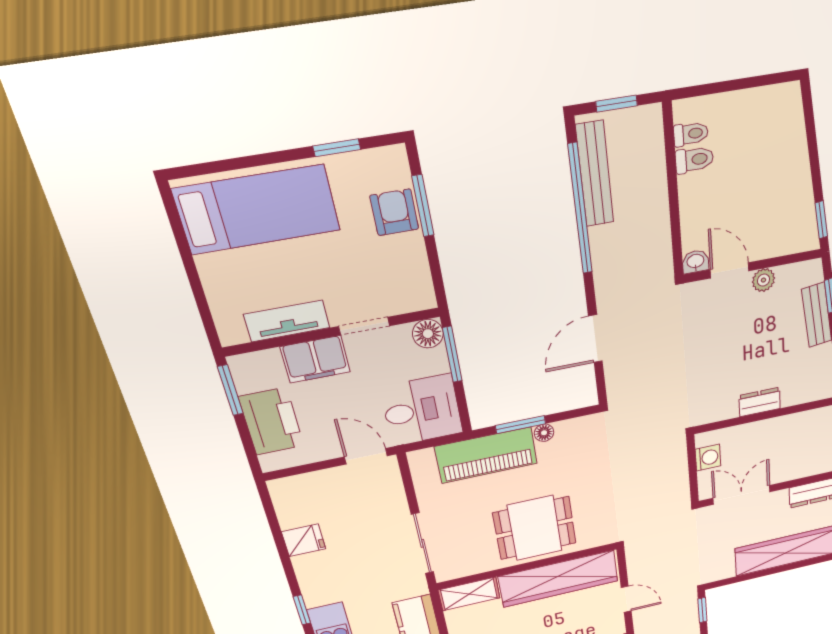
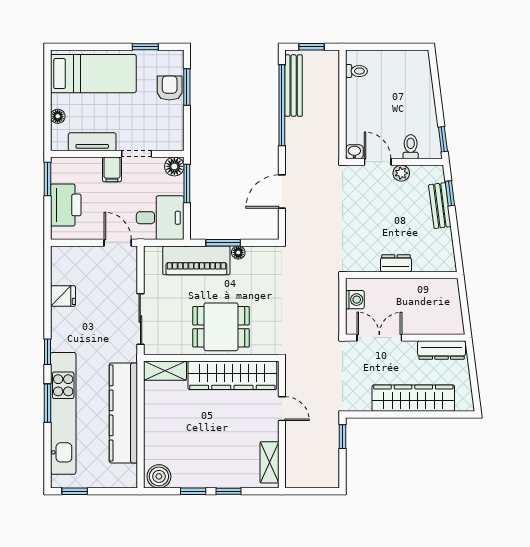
toilet: (694, 160) -> (411, 147), moved, turned -90
floor lamp: (217, 291) -> (58, 116), added
filing cabinet: (315, 359) -> (112, 169), width x0.50

